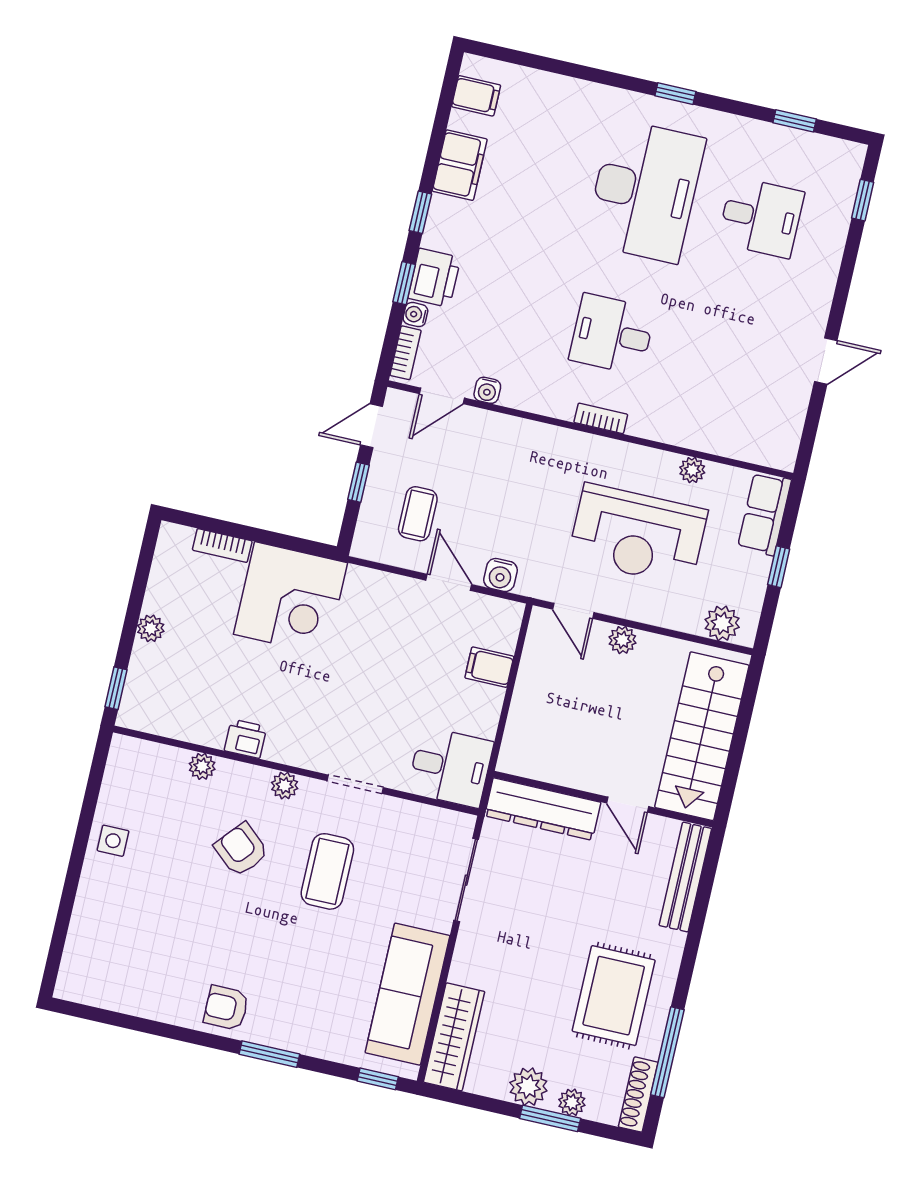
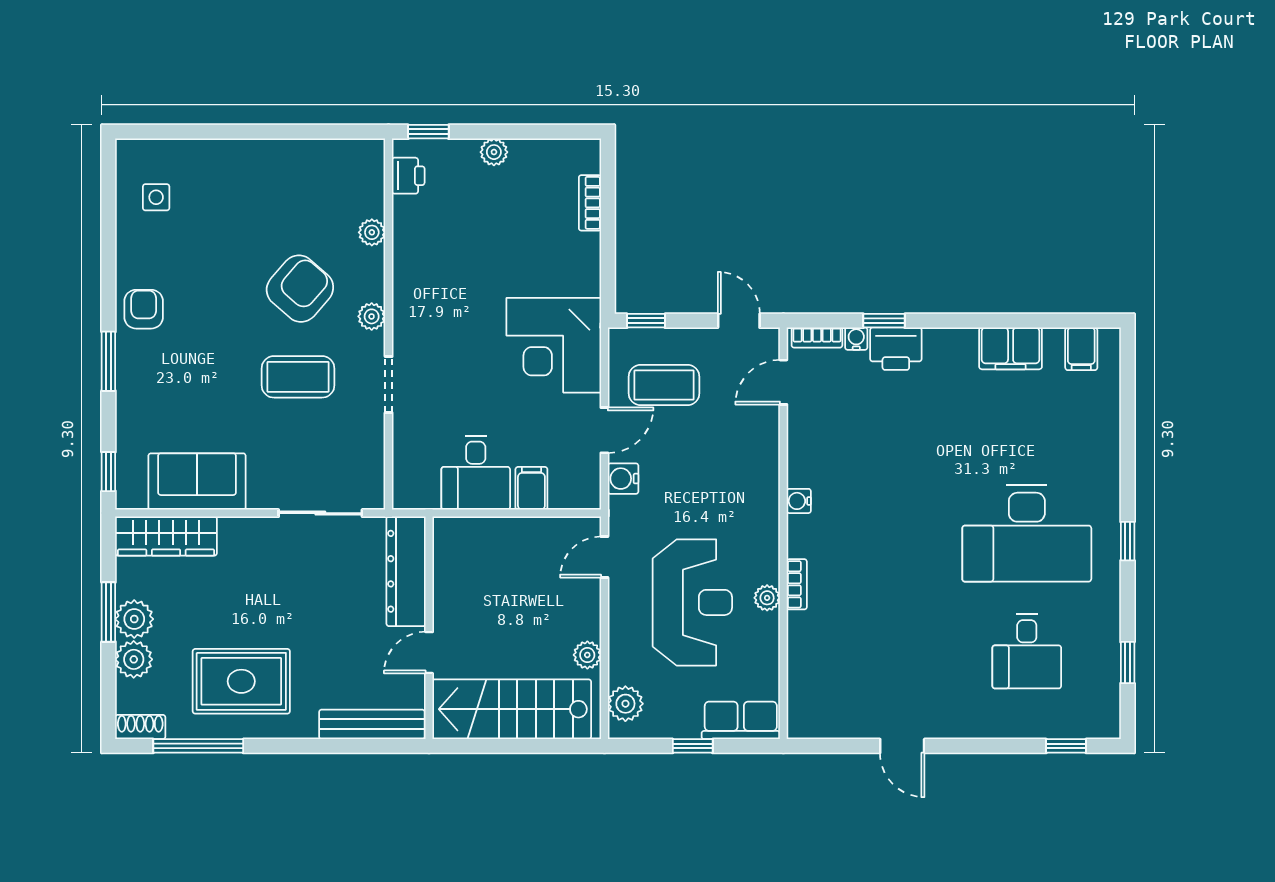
window: (420, 212) -> (956, 321), removed
desk: (612, 334) -> (881, 533), removed
water cooler: (487, 390) -> (799, 501), moved
door: (442, 396) -> (783, 382), hinge flipped
bookcase: (601, 418) -> (797, 584), moved
plant: (692, 470) -> (767, 598), moved
window: (358, 482) -> (646, 321), moved
coffee table: (418, 514) -> (664, 385), width x1.36, depth x1.30
reception desk: (638, 535) -> (692, 602), turned 180
corner desk: (291, 599) -> (554, 345), moved
plant: (622, 640) -> (587, 655), moved
printer: (246, 739) -> (408, 176), moved
desk: (450, 767) -> (476, 473), moved
side table: (113, 841) -> (156, 197), moved
armchair: (241, 850) -> (300, 289), width x1.38, depth x1.38
sofa: (407, 994) -> (197, 482), width x0.73
shoe rack: (638, 1095) -> (140, 727), width x0.70
plant: (572, 1102) -> (134, 659), width x1.38, depth x1.38
window: (550, 1118) -> (108, 612), moved

